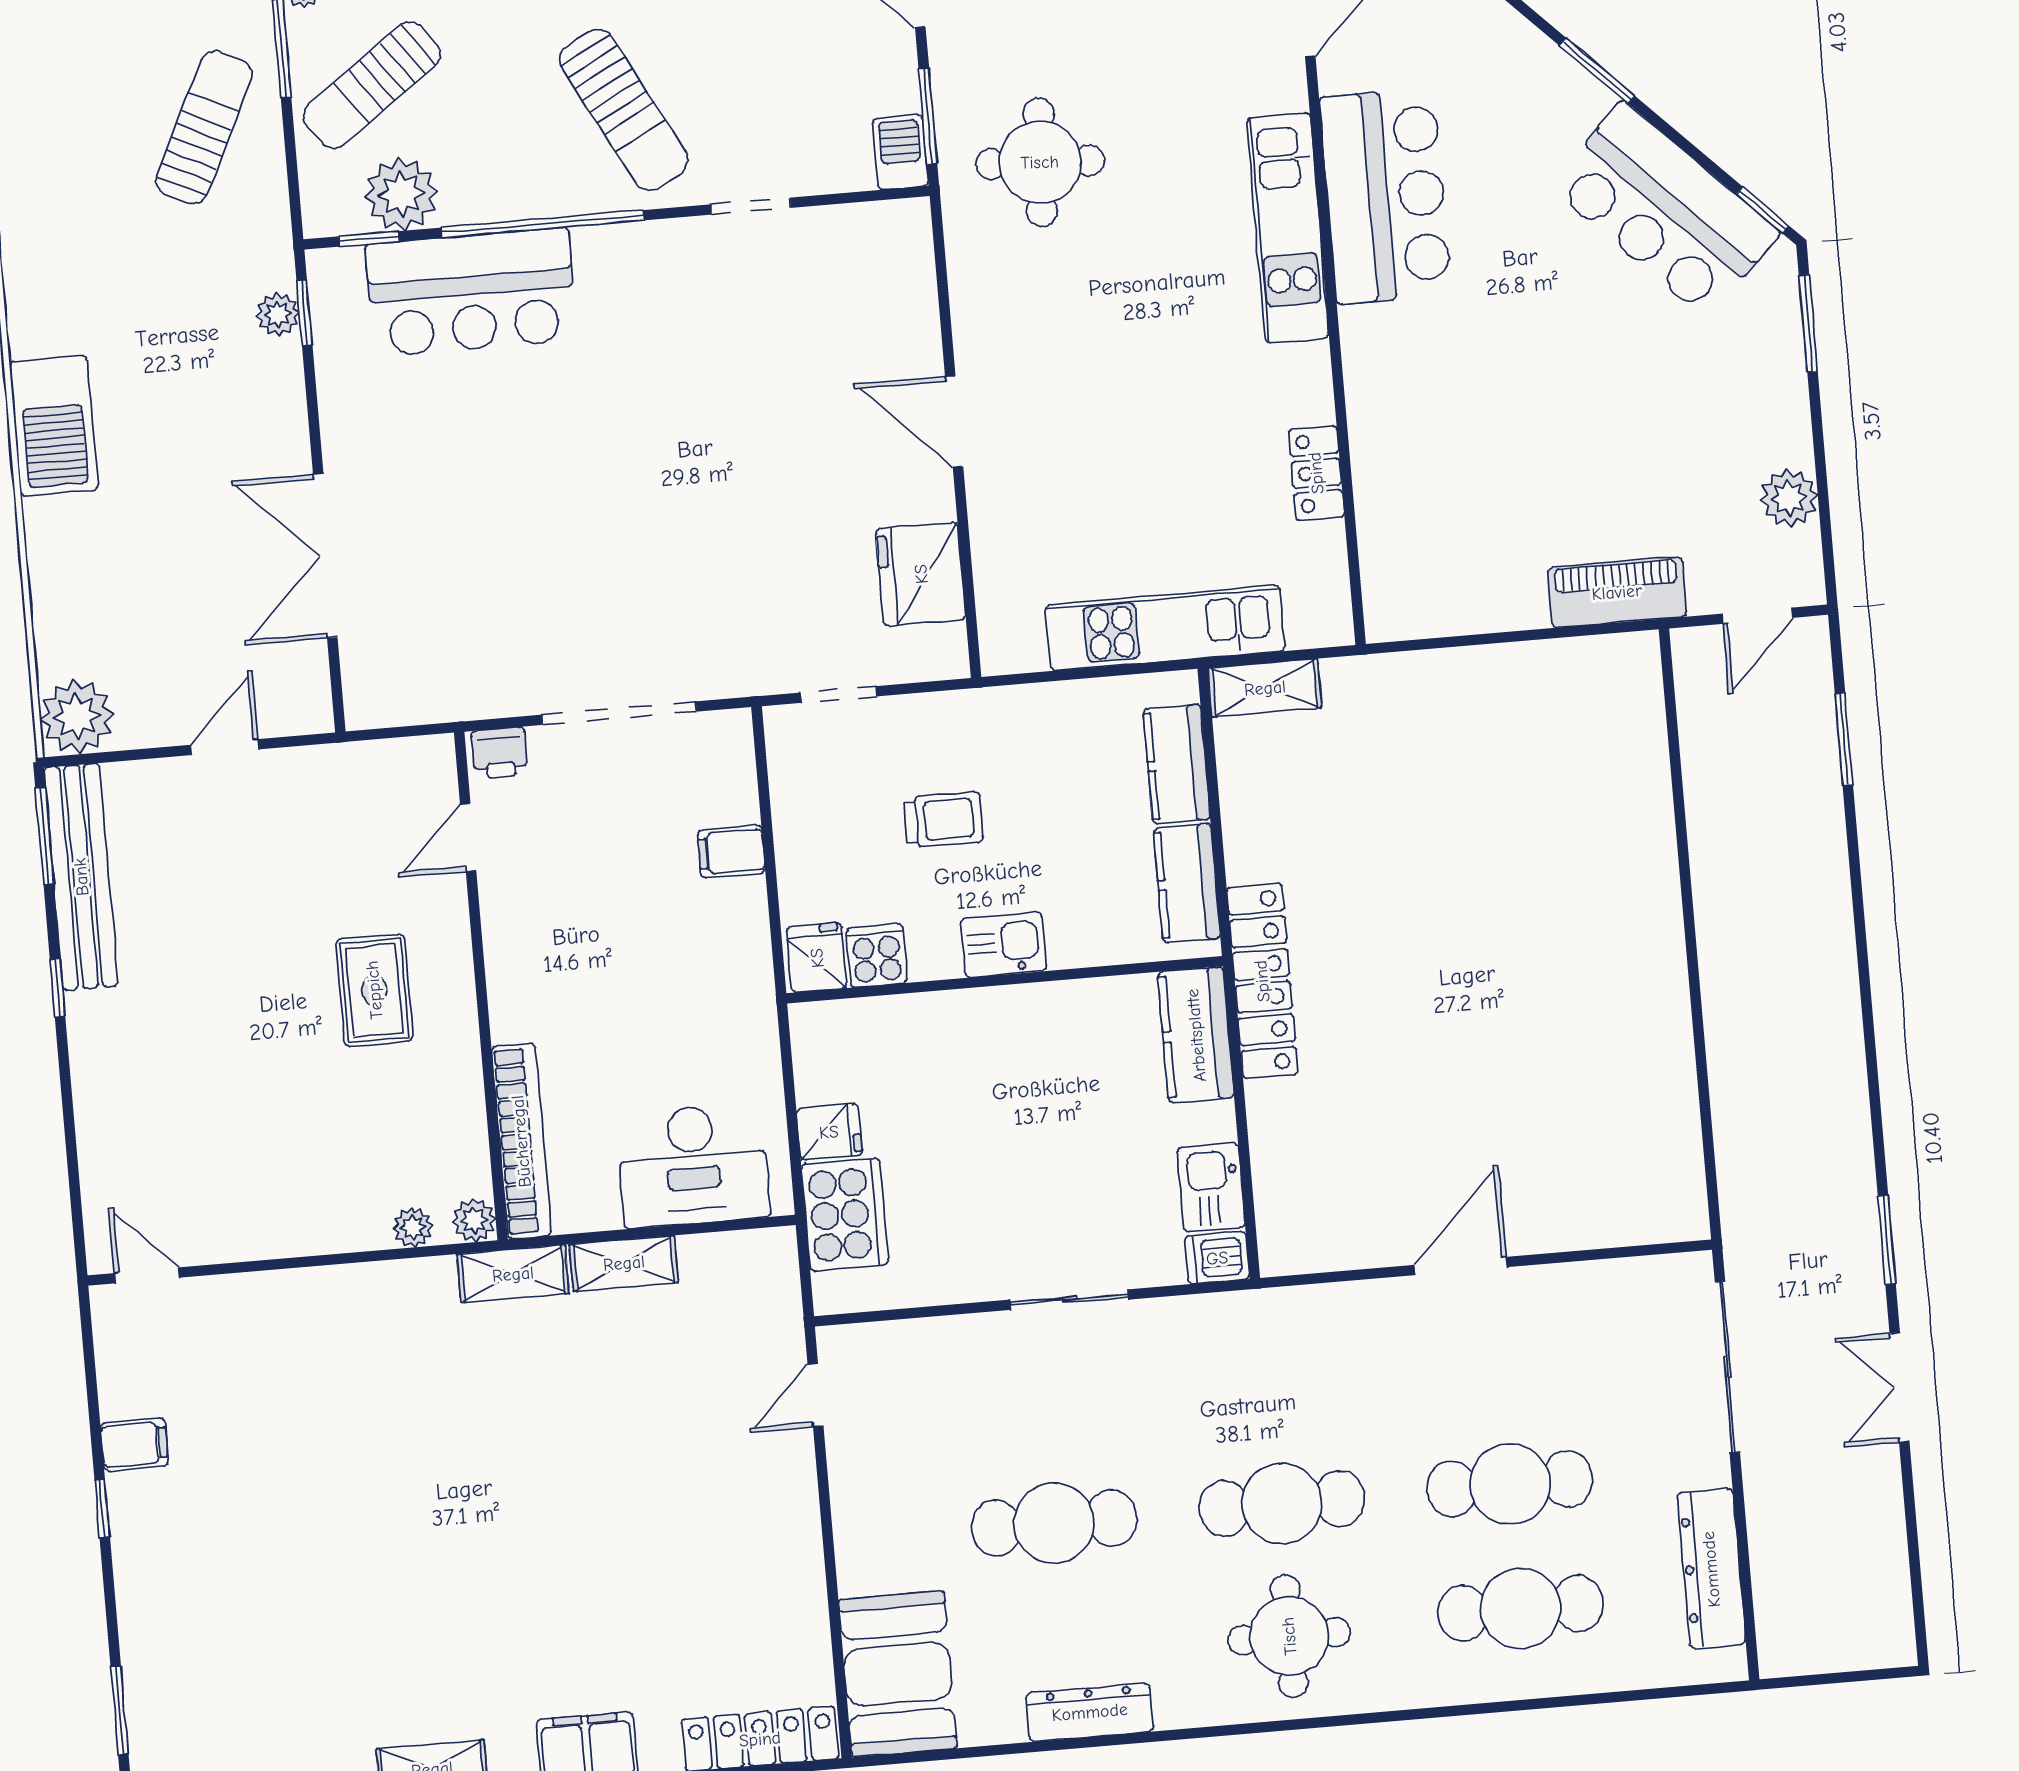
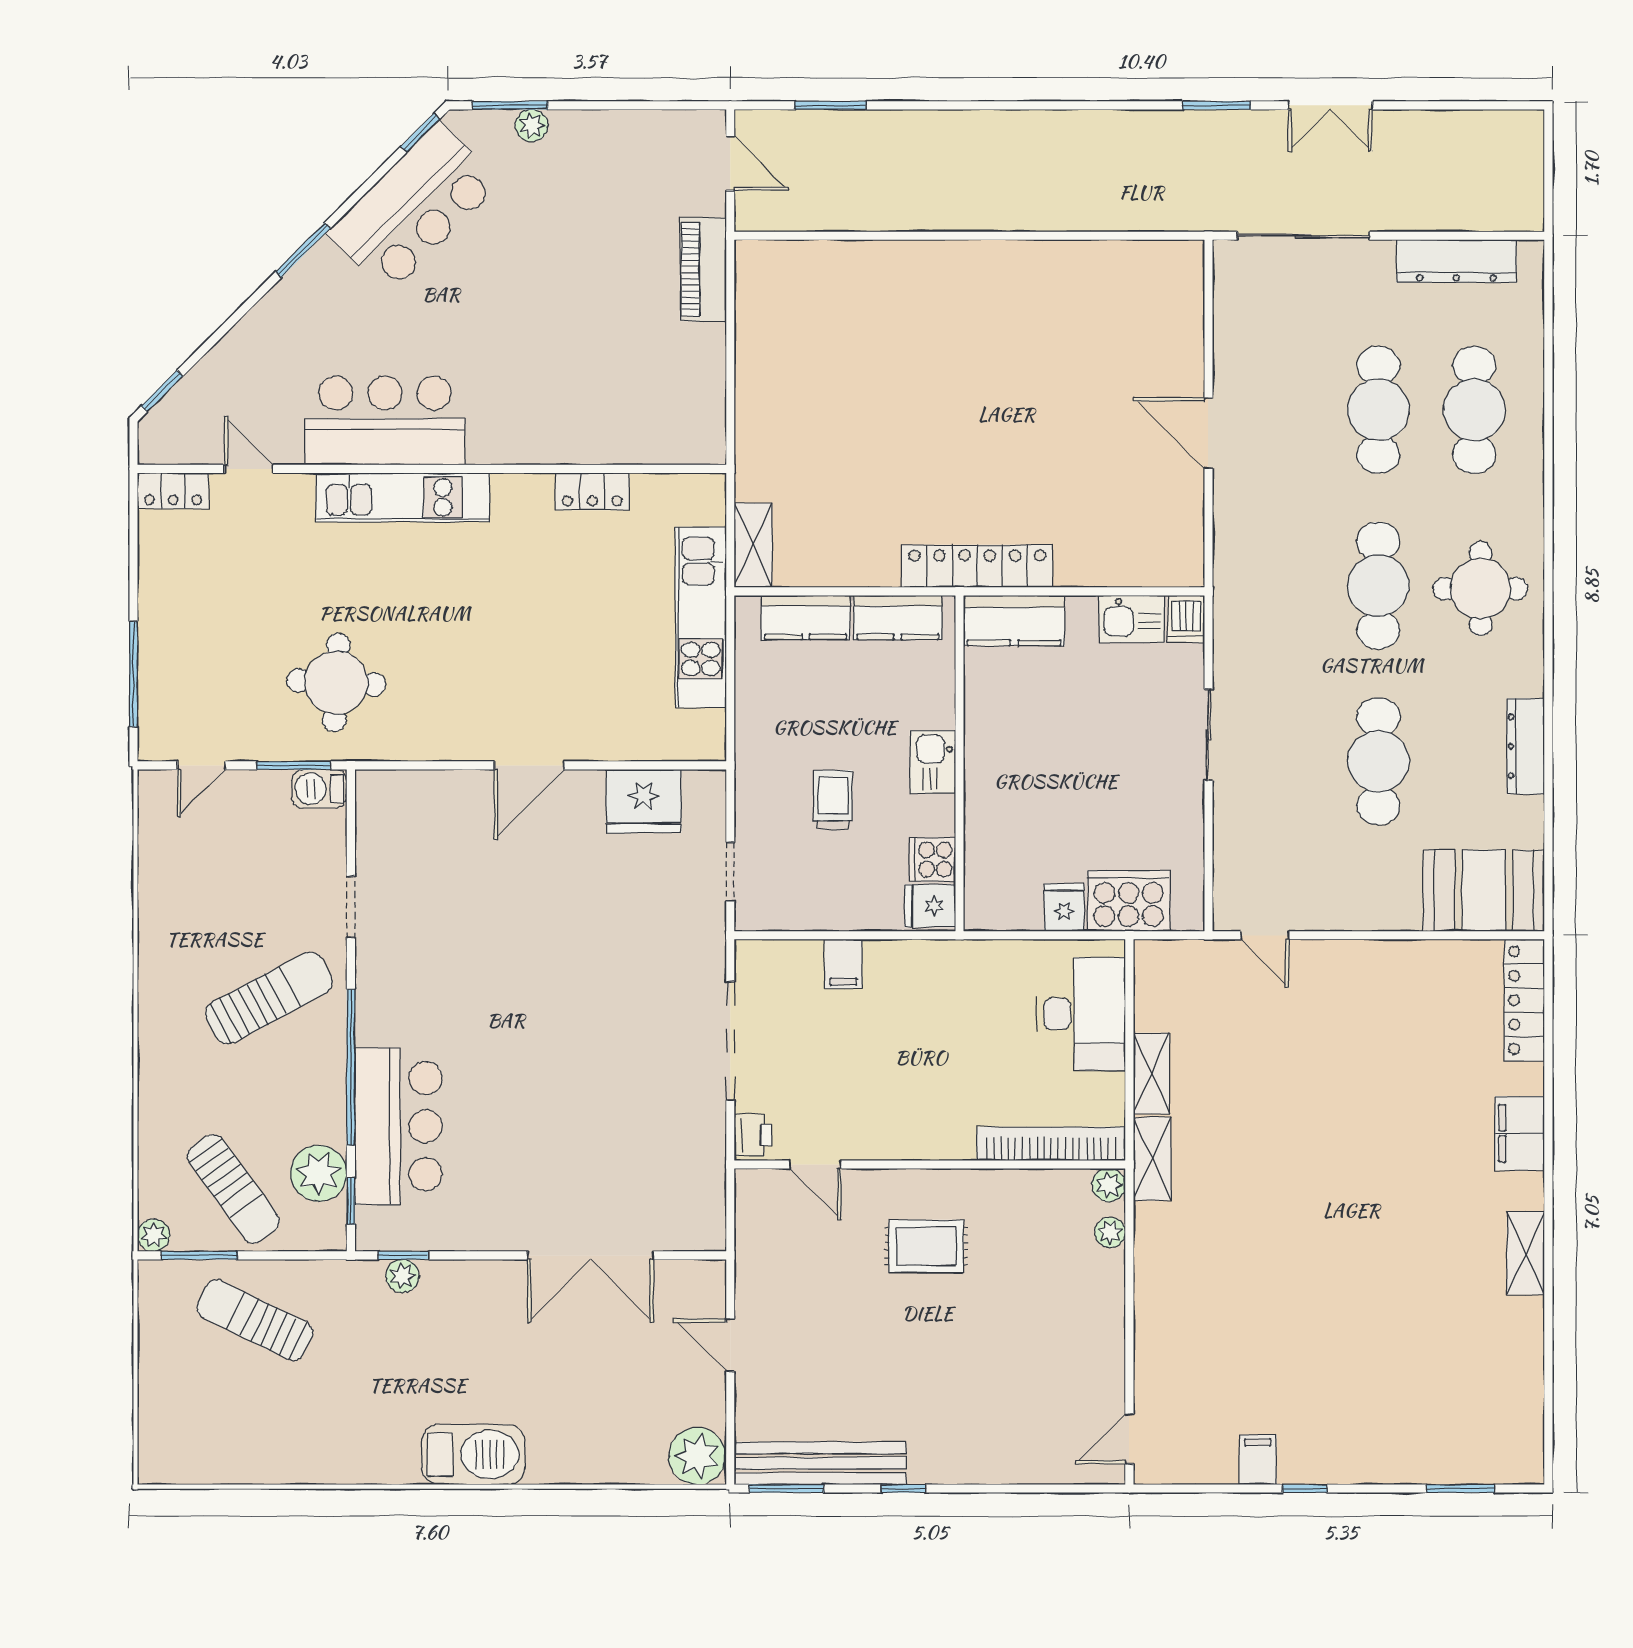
plant: (1789, 498) -> (532, 125), moved, width x0.73, depth x0.73

